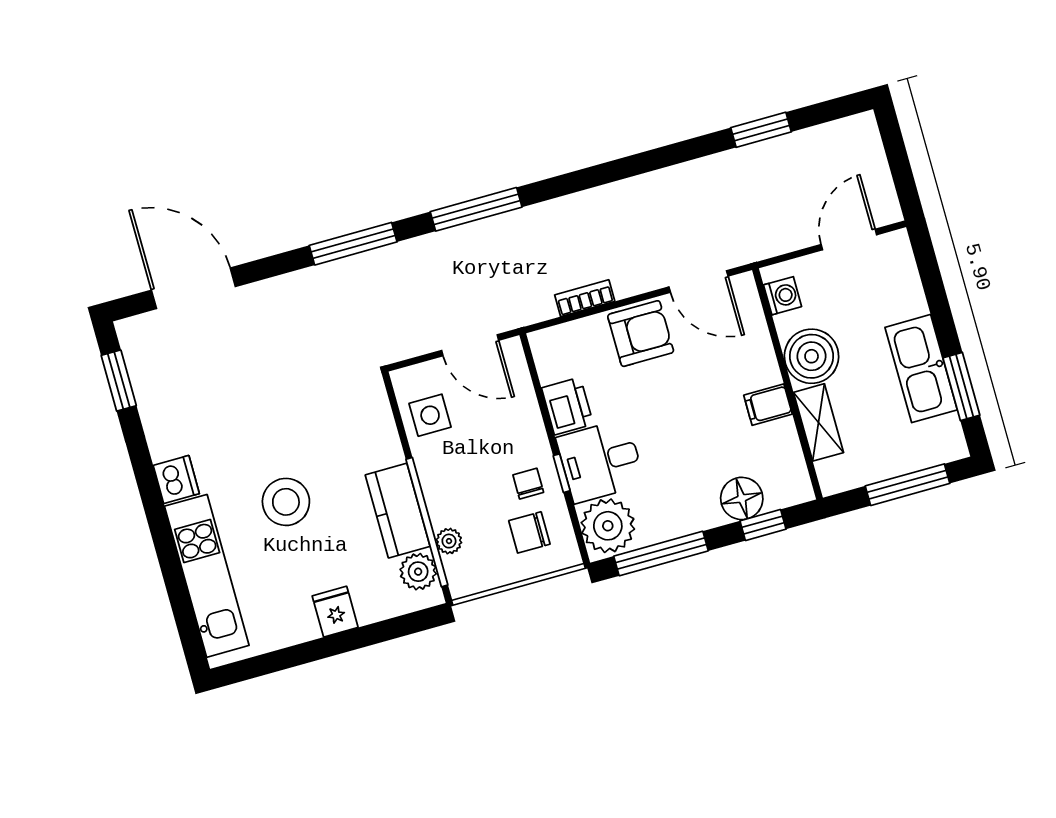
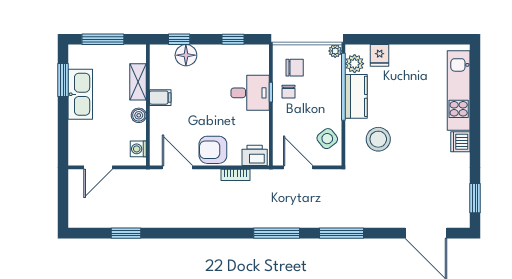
boiler: (812, 356) -> (139, 115), width x0.54, depth x0.54
printer: (567, 406) -> (255, 155), moved, turned 90
side table: (430, 415) -> (327, 139), turned -38
stool: (286, 502) -> (378, 139), moved
plant: (608, 526) -> (255, 60), removed
plant: (449, 541) -> (335, 51), moved
window: (661, 553) -> (233, 39), width x0.46
fridge: (335, 612) -> (380, 55), moved

